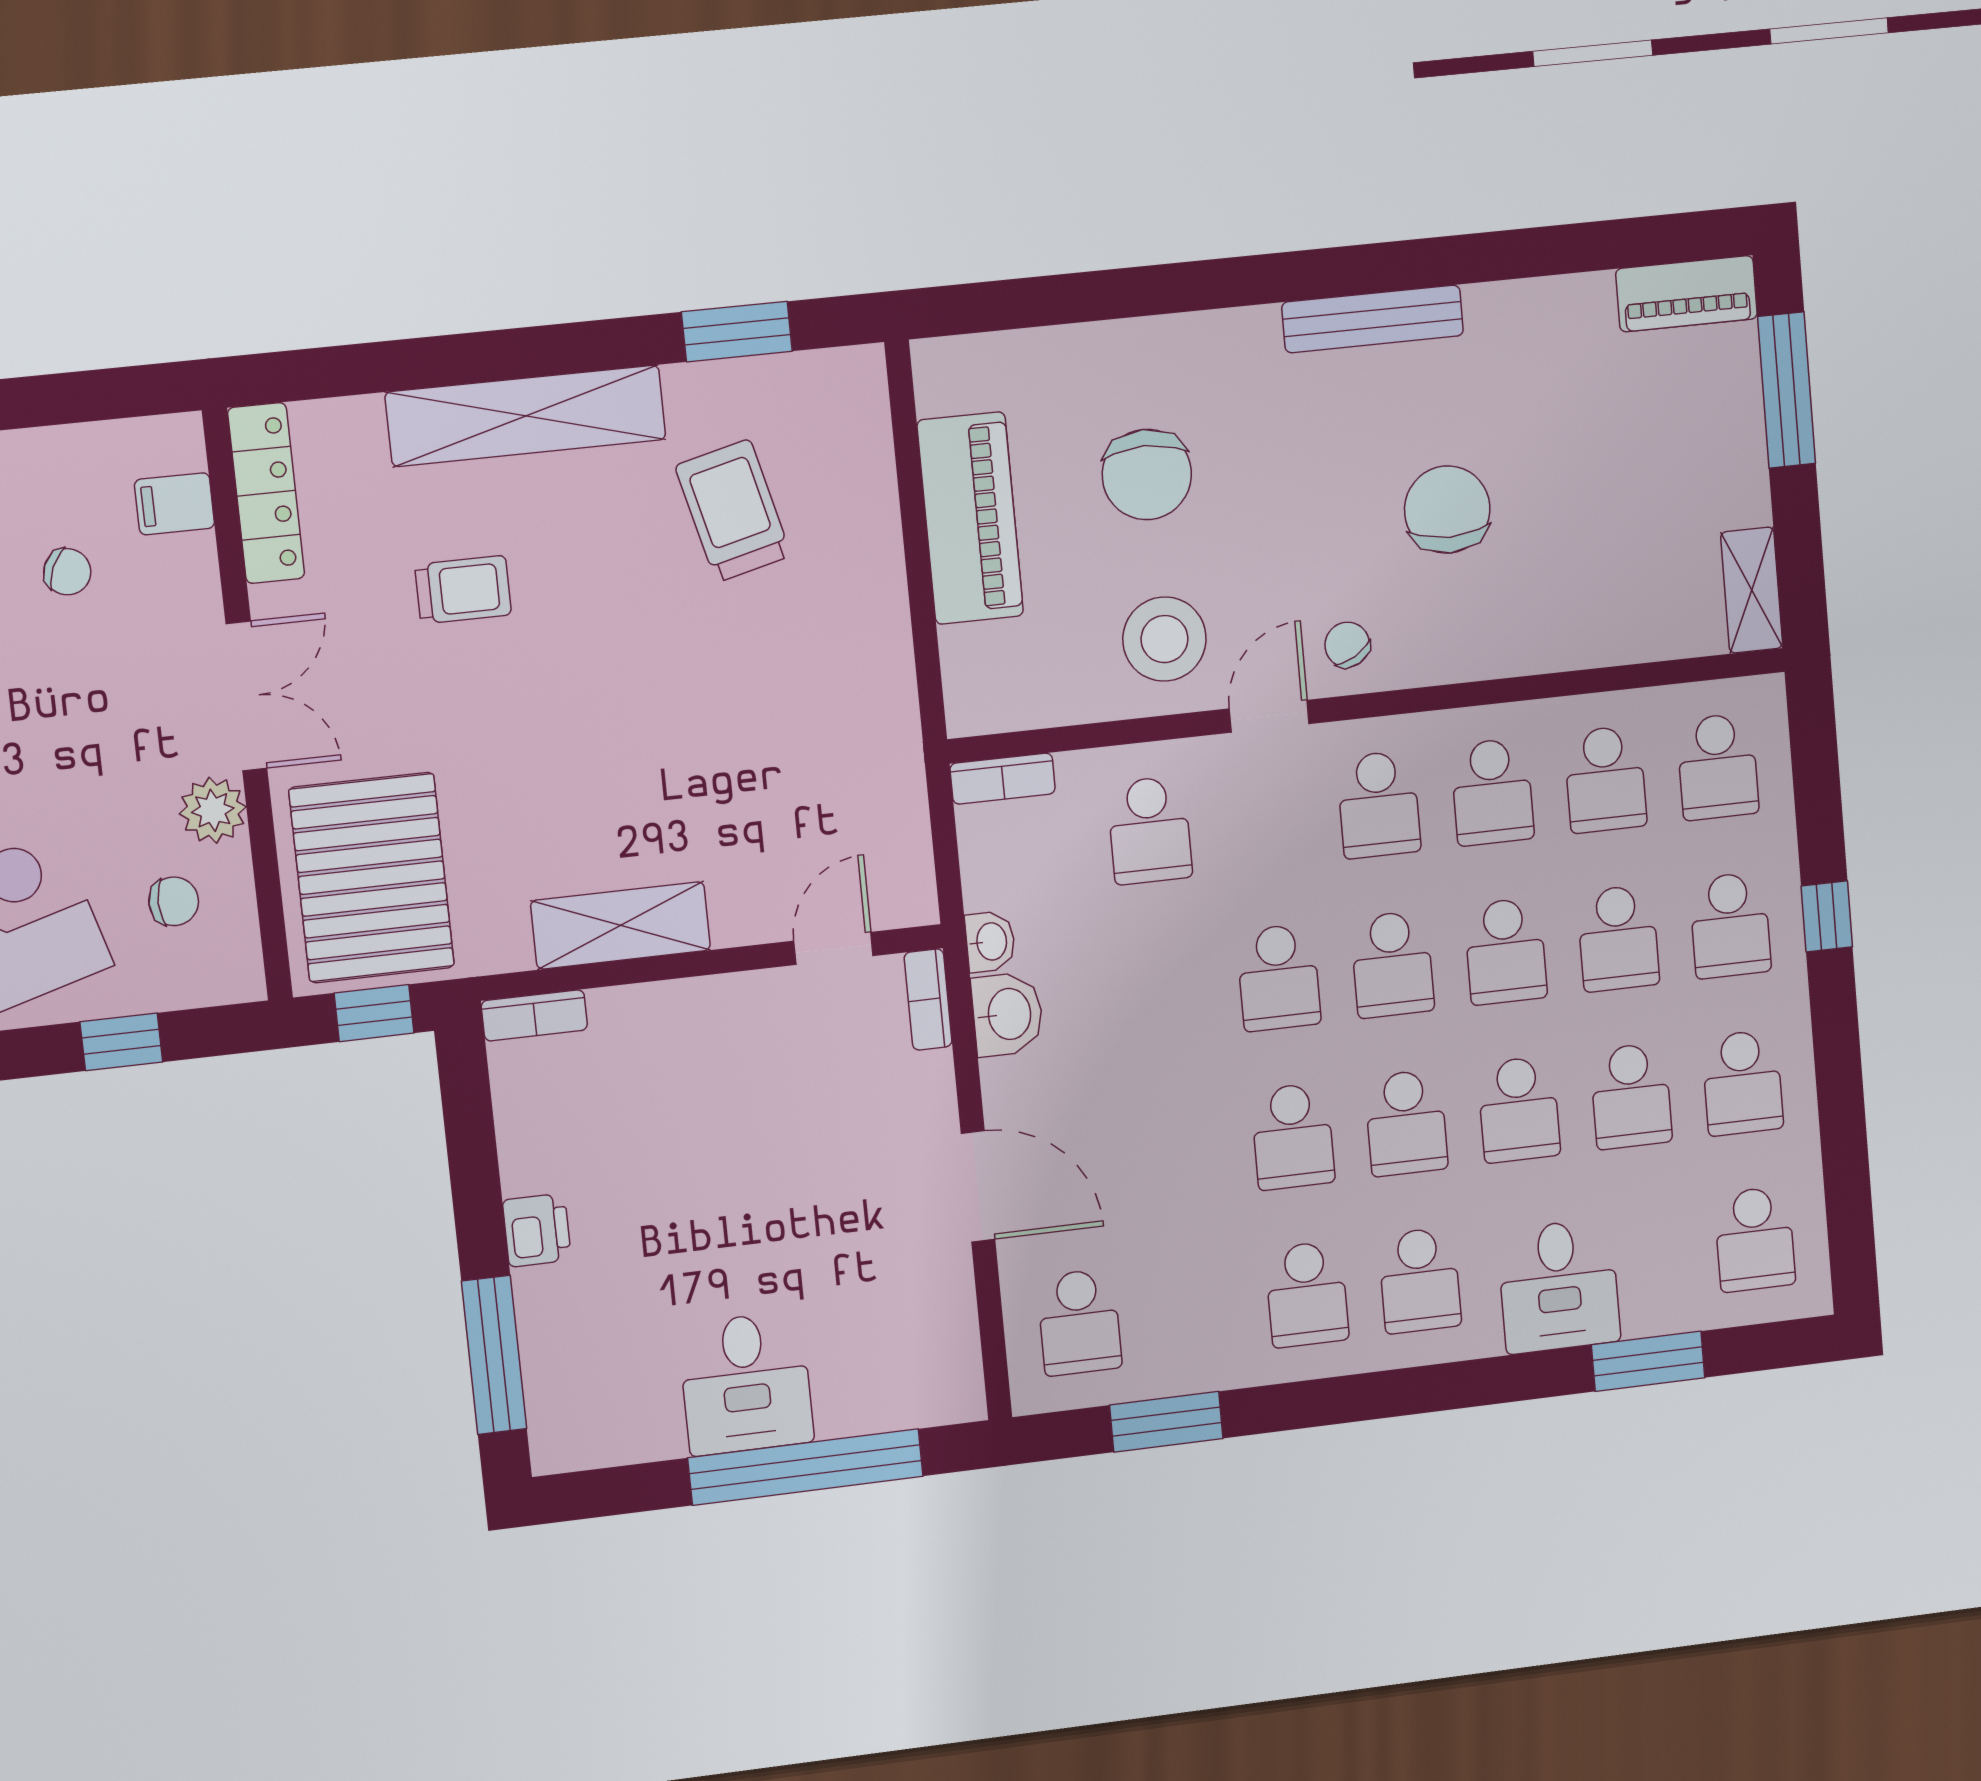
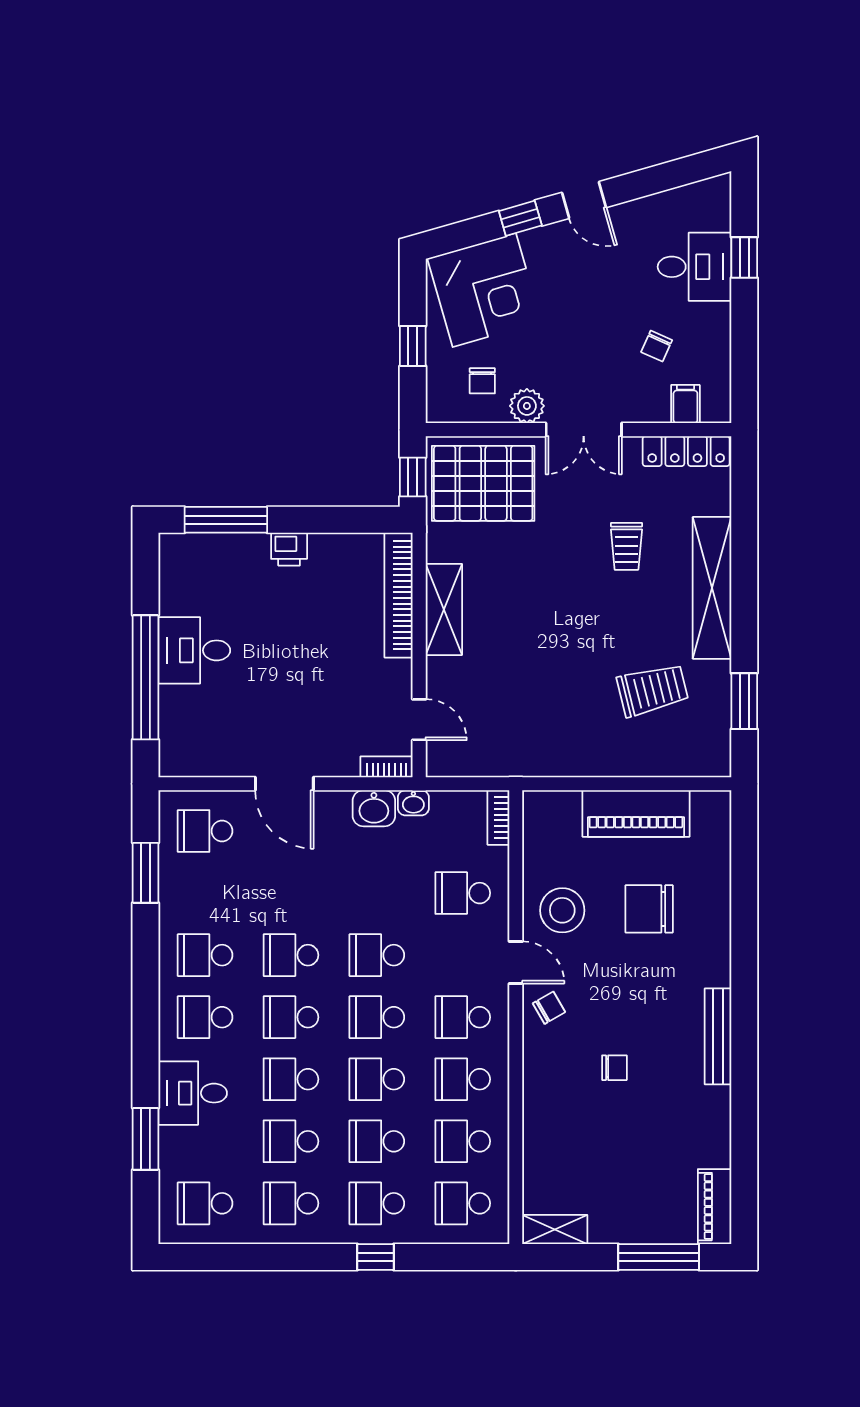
chair: (1447, 510) -> (614, 1068), width x0.54, depth x0.54
bookcase: (534, 1015) -> (399, 595), width x2.31, depth x1.31
door: (978, 1186) -> (284, 784), hinge flipped

